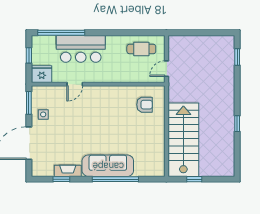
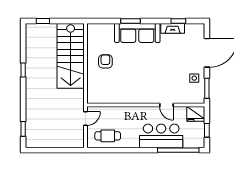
door: (75, 84) -> (166, 105), swing flipped
armchair: (144, 105) -> (105, 61), moved, turned 90
window: (115, 179) -> (131, 21), width x0.47
window: (194, 179) -> (43, 21), moved

